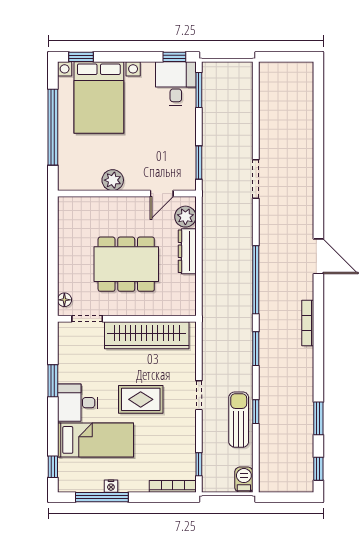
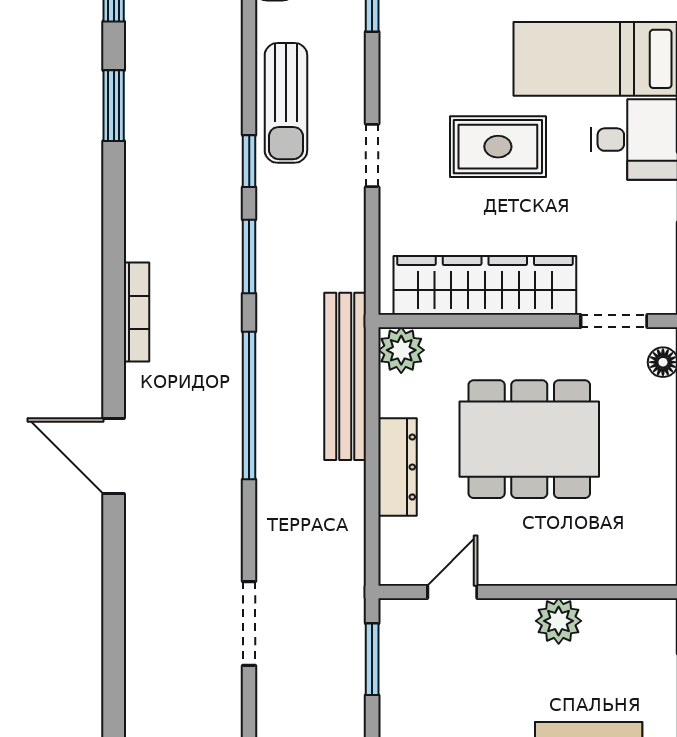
plant: (185, 217) -> (401, 350), moved
bench: (211, 293) -> (345, 376), added
window: (256, 412) -> (249, 161), moved

